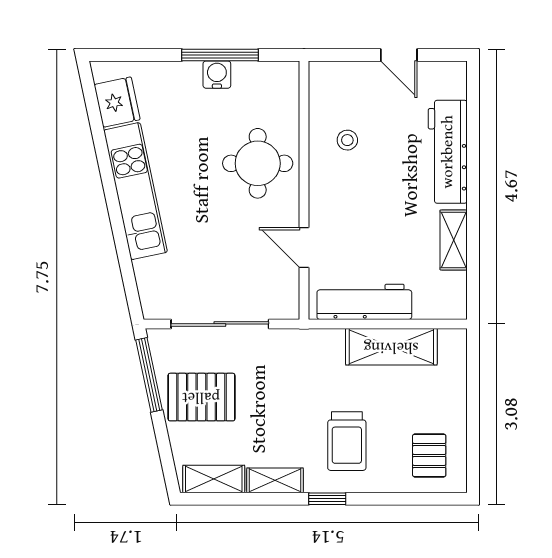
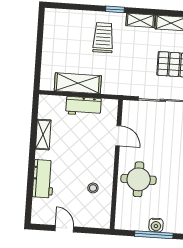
workbench: (448, 152) -> (43, 179), width x0.73
workbench: (364, 302) -> (83, 106), width x0.73
pallet: (429, 455) -> (63, 28), removed

